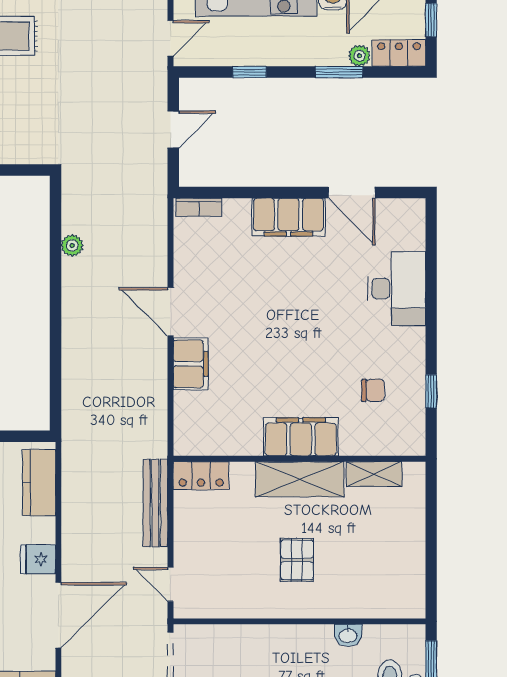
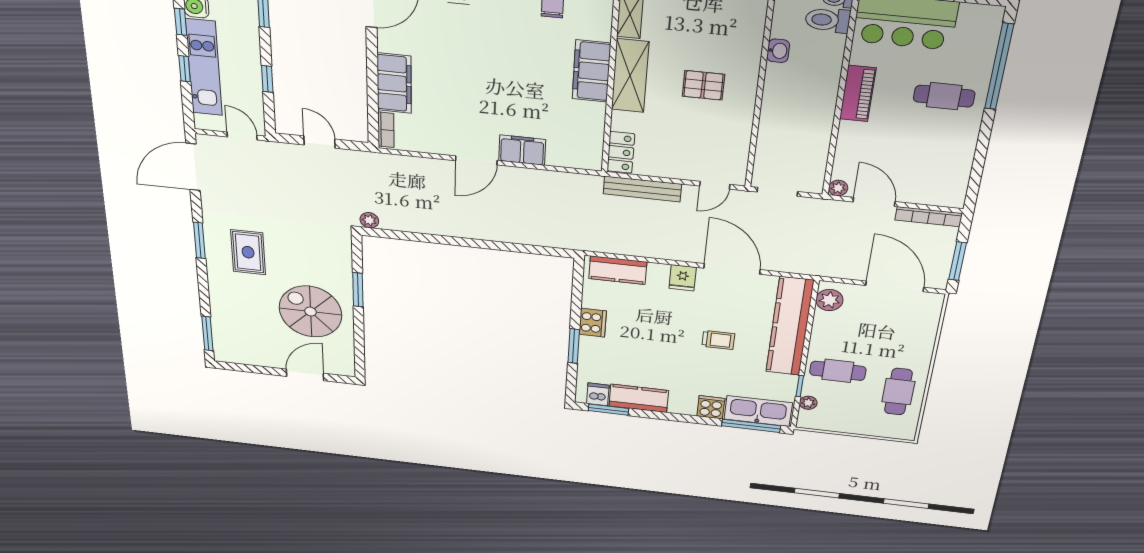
filing cabinet: (289, 217) -> (394, 83), moved
plant: (72, 245) -> (369, 220), moved

